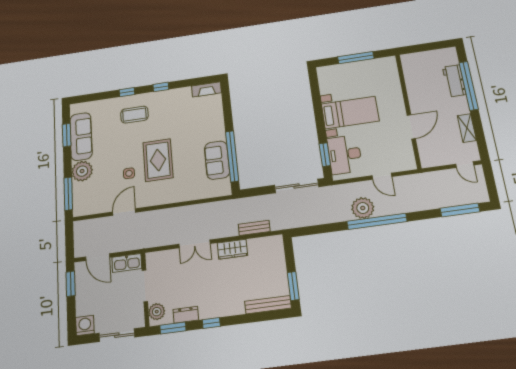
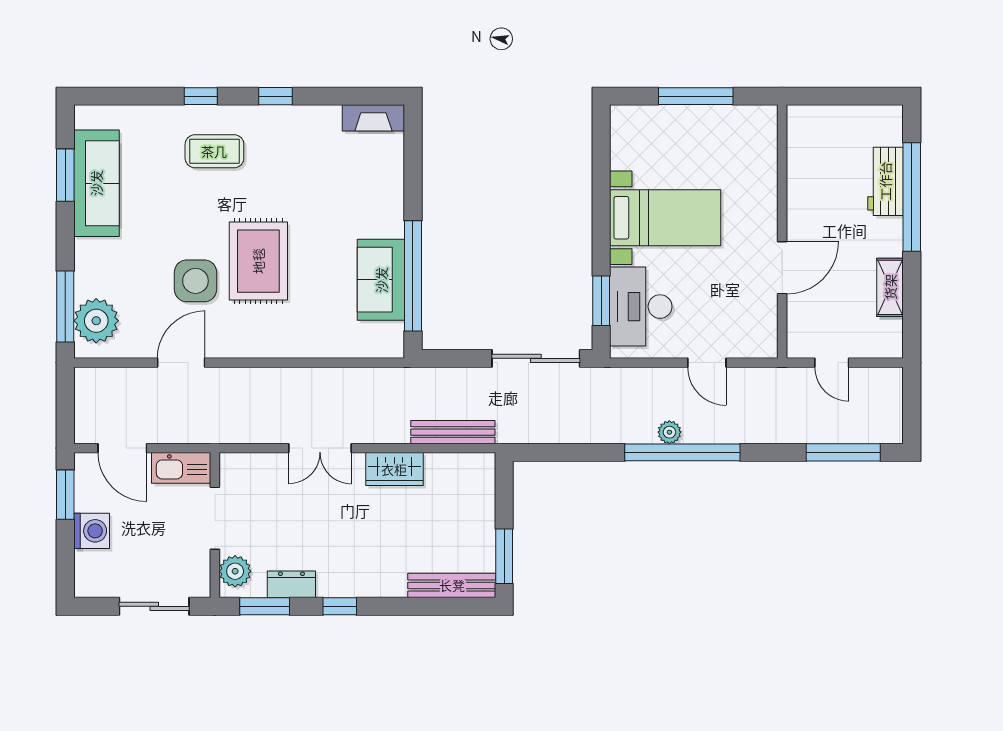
door: (465, 165) -> (832, 363), moved
plant: (82, 171) -> (96, 321), moved
side table: (129, 173) -> (195, 281), width x1.87, depth x1.87
plant: (363, 208) -> (669, 432), width x0.53, depth x0.53
bench: (254, 228) -> (453, 432), width x1.36
washing machine: (85, 326) -> (92, 531), moved, turned 90

